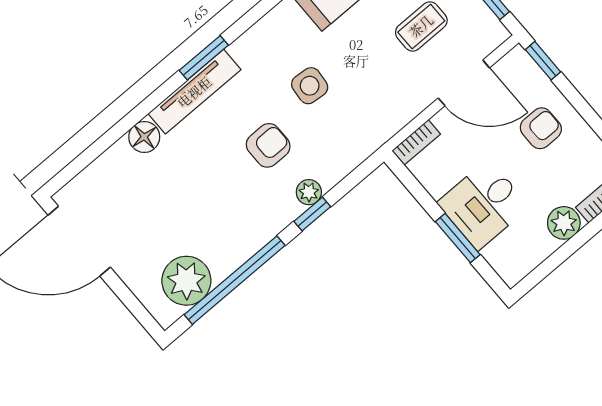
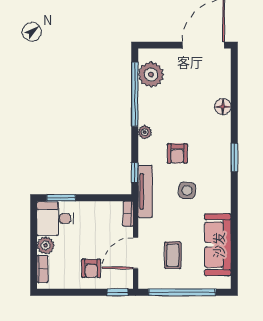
tv unit: (194, 92) -> (145, 191), moved, turned 180
plant: (309, 192) -> (145, 132), moved
desk: (483, 205) -> (55, 218), moved, turned -90
window: (312, 214) -> (135, 173), moved
window: (458, 238) -> (61, 198), moved

